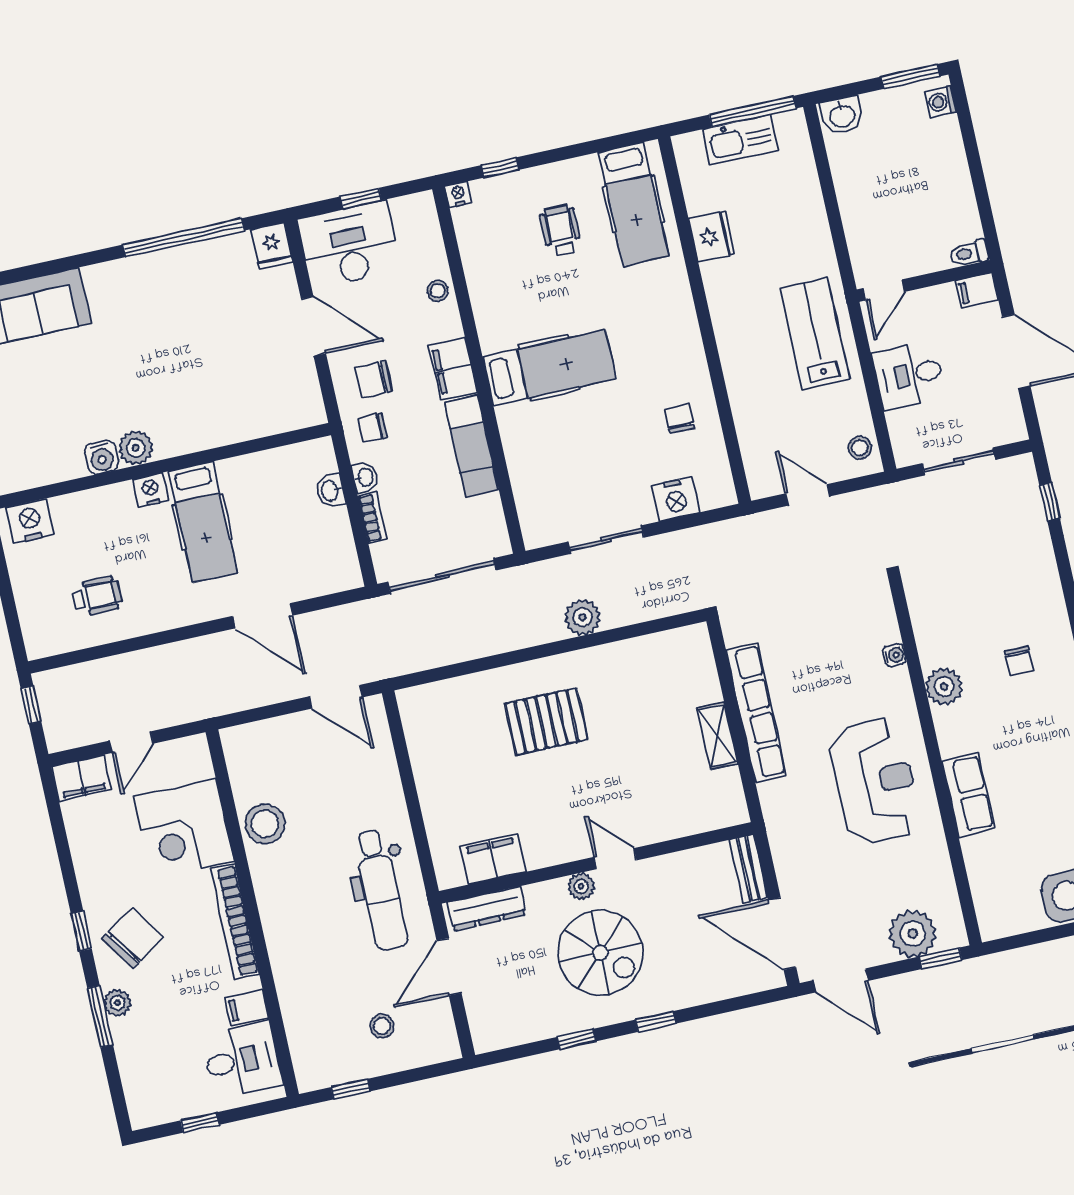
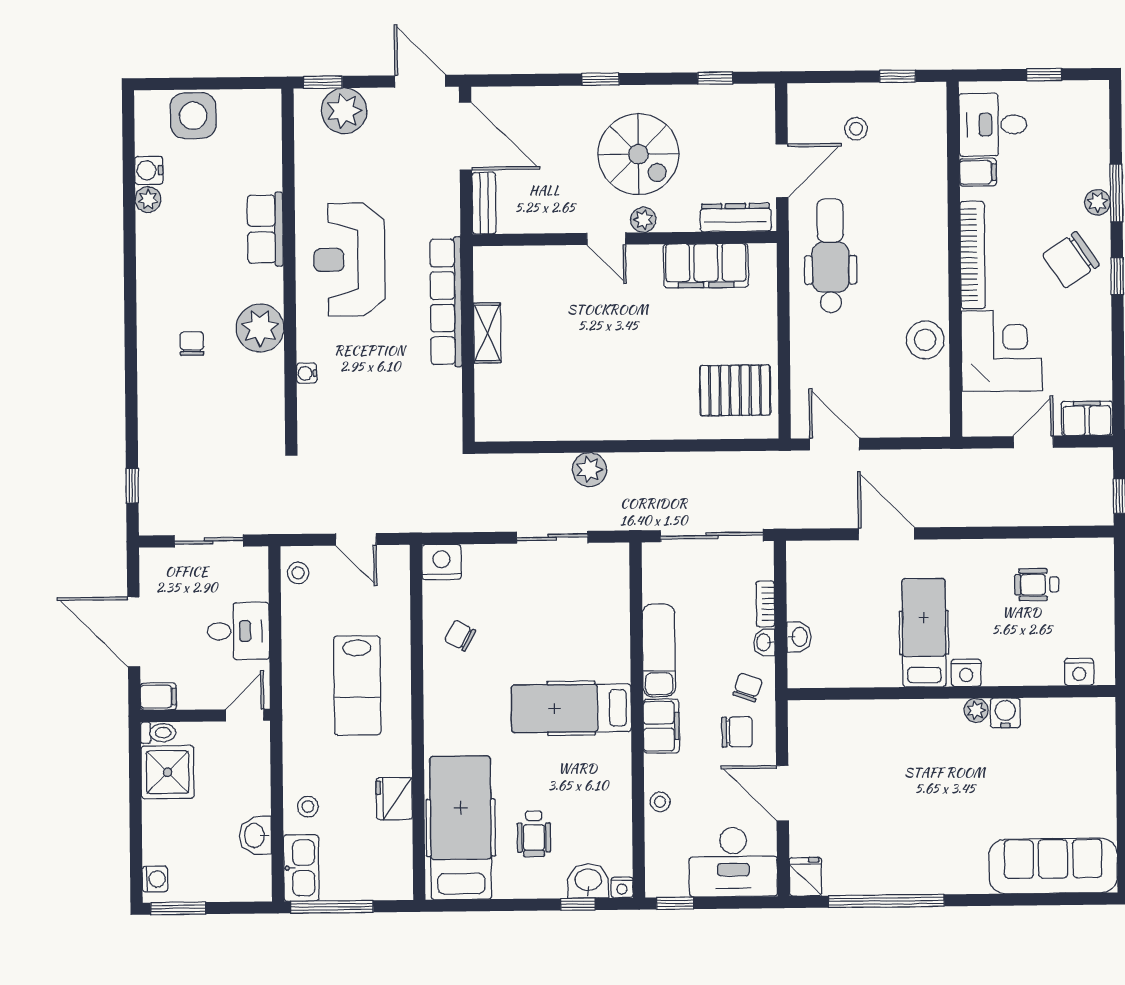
washbasin: (842, 115) -> (255, 836), moved, turned -90
kitchen sink: (740, 140) -> (301, 868), moved, turned 90
washbasin: (495, 194) -> (588, 881), added
window: (361, 198) -> (675, 903), moved
hospital bed: (633, 204) -> (461, 828), width x1.37, depth x1.29
stool: (799, 210) -> (308, 806), added
shower: (951, 214) -> (168, 772), added
lab bench: (815, 334) -> (357, 685), moved
chair: (680, 419) -> (460, 636), turned 119
chair: (372, 427) -> (748, 687), turned -71
plant: (136, 448) -> (976, 710), width x0.73, depth x0.73
nightstand: (676, 499) -> (441, 562), moved
nightstand: (30, 521) -> (1079, 672), width x0.74, depth x0.75
plant: (944, 687) -> (260, 328), width x1.36, depth x1.36
row of seats: (756, 713) -> (446, 302), moved
pallet: (546, 721) -> (735, 390), moved
filing cabinet: (493, 859) -> (706, 266), width x1.50, depth x1.17
spiral stairs: (600, 953) -> (638, 154), turned 180
window: (577, 1039) -> (715, 78), moved

